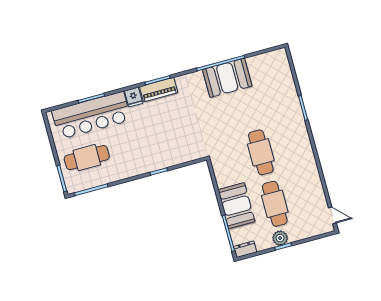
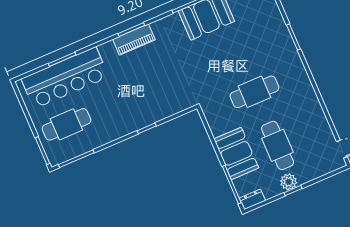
fridge: (134, 97) -> (108, 51), removed
cafe table: (261, 152) -> (254, 92), turned 90

